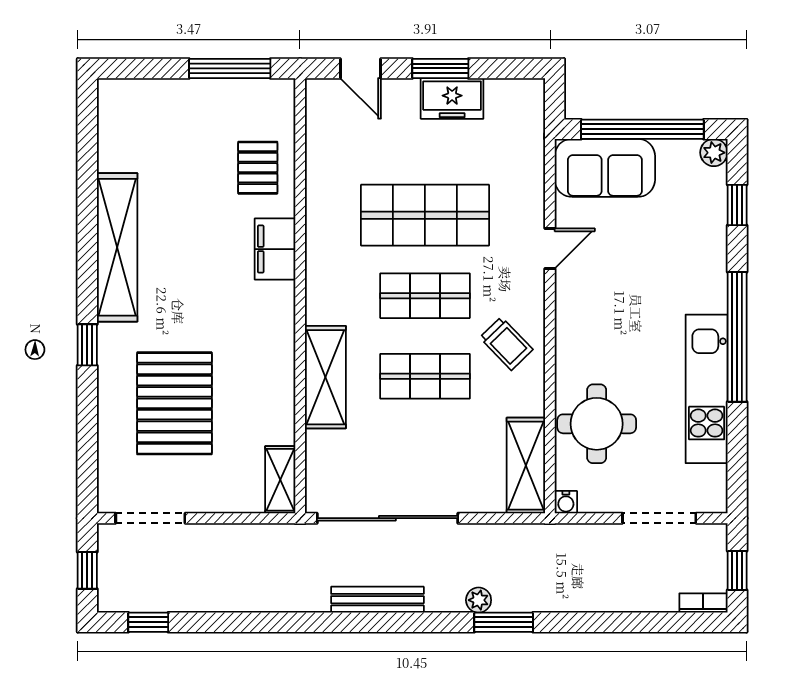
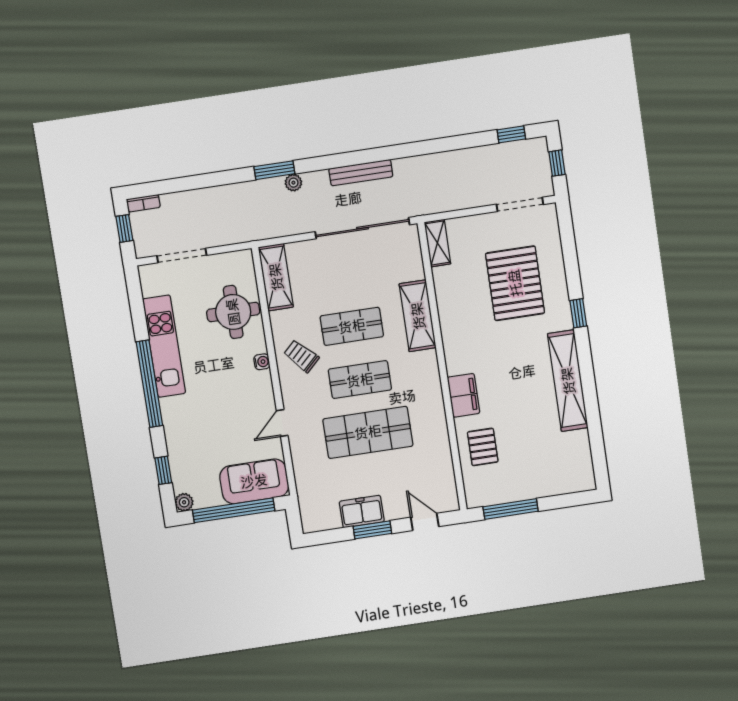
water cooler: (566, 502) -> (262, 362), moved, turned 90

